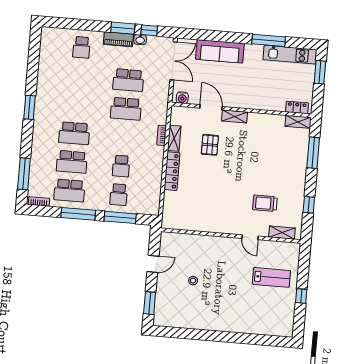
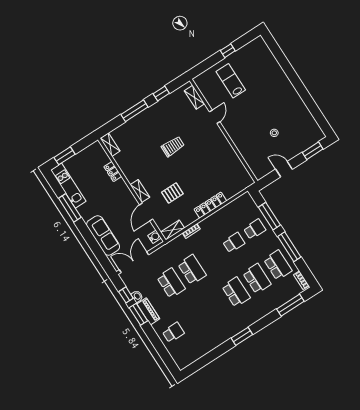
locker: (297, 107) -> (113, 172), moved
shelving: (174, 138) -> (172, 230), moved
window: (313, 153) -> (134, 111), moved
trolley: (265, 203) -> (173, 146), moved, turned -90

